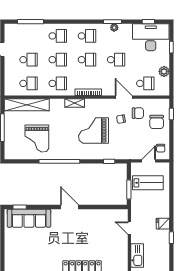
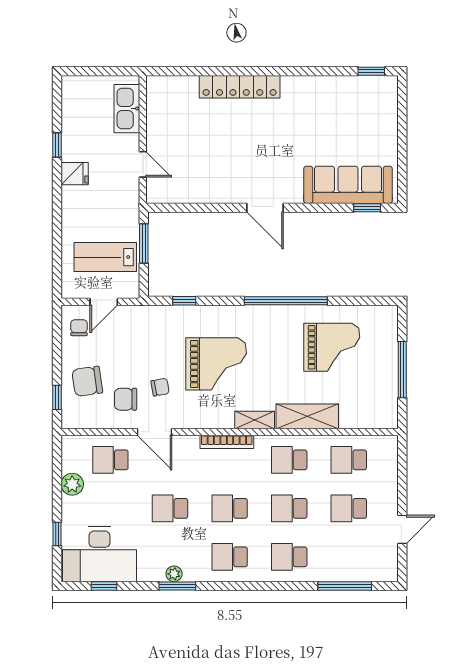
shelving: (27, 105) -> (307, 416), moved, width x0.68
chair: (157, 122) -> (87, 381), turned -98
grand piano: (37, 139) -> (332, 347), turned 90

